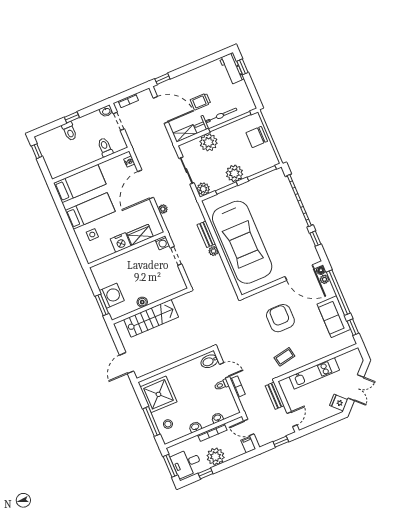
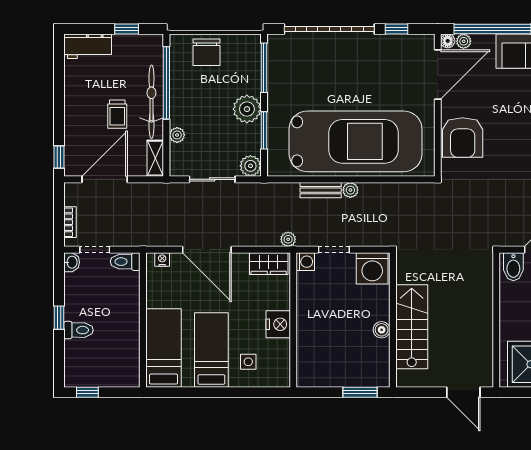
window: (242, 67) -> (127, 29), moved
plant: (209, 142) -> (177, 135), width x0.53, depth x0.53
toilet: (105, 147) -> (125, 262), moved
plant: (163, 209) -> (288, 239), moved
wardrobe: (140, 235) -> (269, 264), moved, turned -90
washing machine: (112, 296) -> (372, 268), moved, turned 180
armchair: (280, 318) -> (463, 137), moved, turned -90

